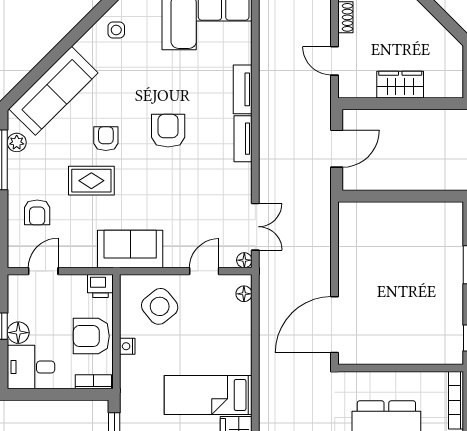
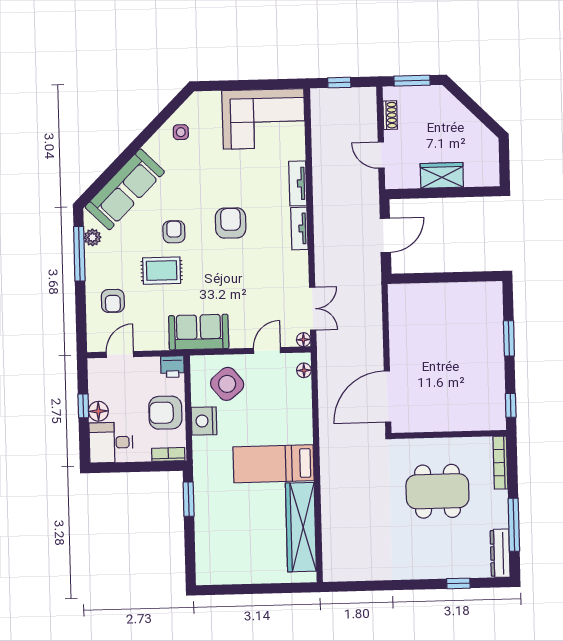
nightstand: (127, 346) -> (204, 421), width x1.89, depth x1.79

